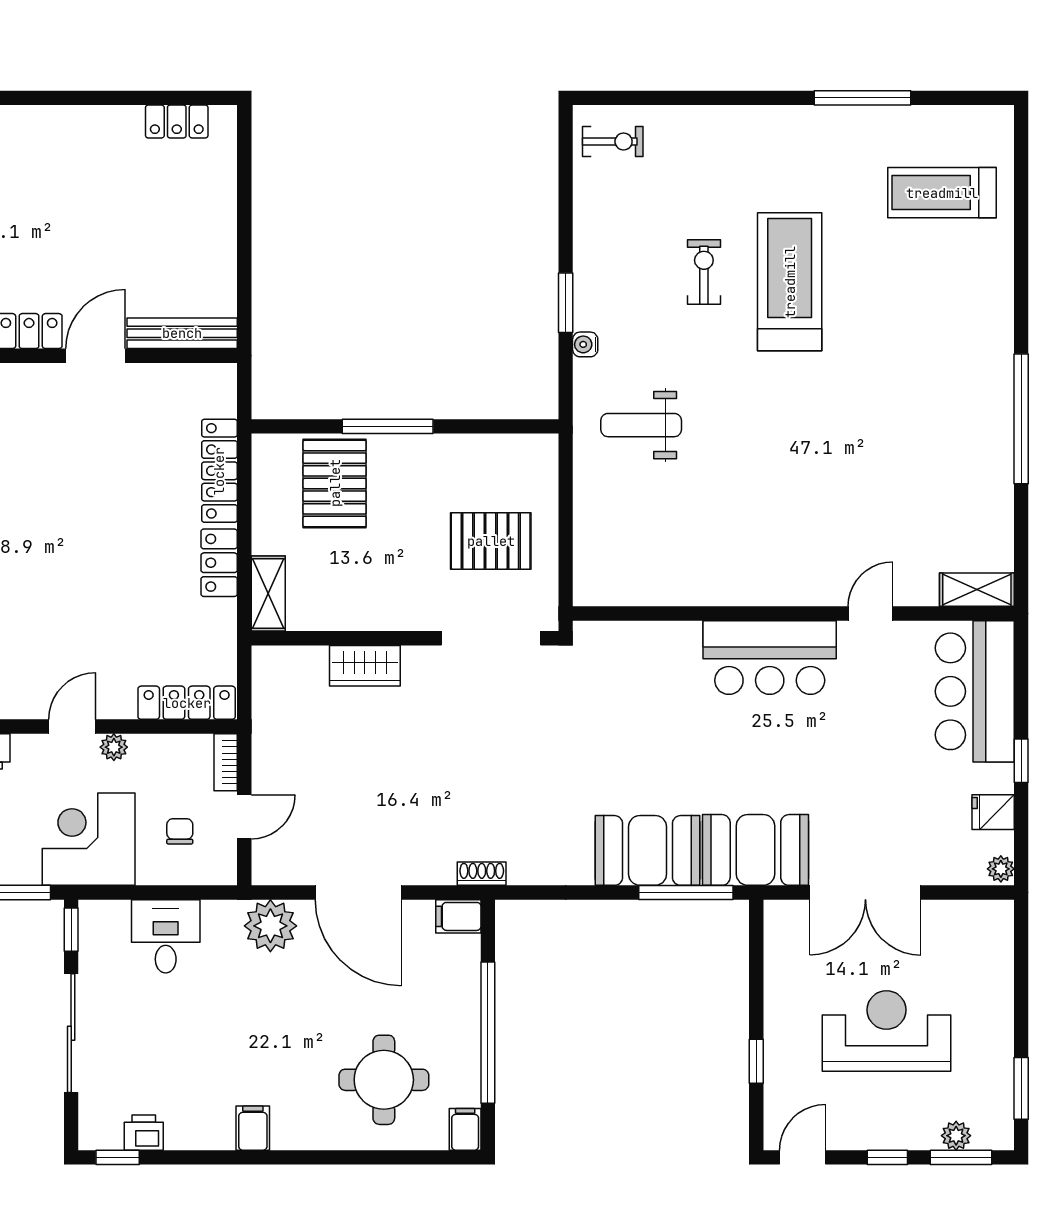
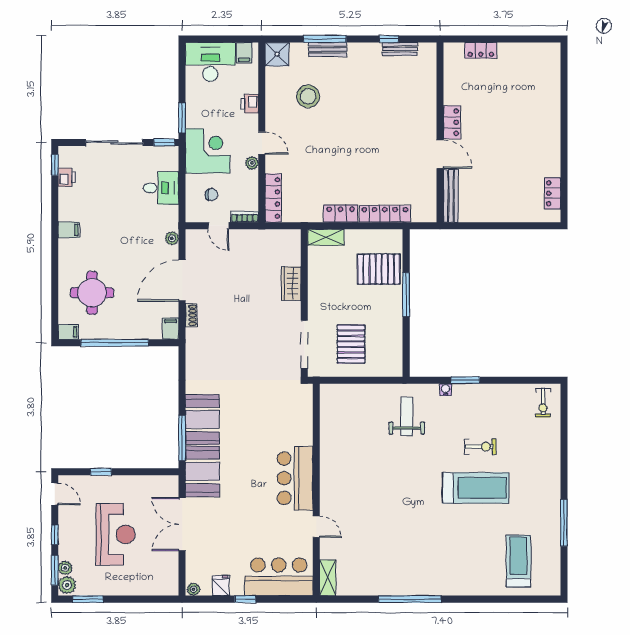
shoe rack: (482, 874) -> (191, 315), moved
plant: (270, 926) -> (172, 238), width x0.53, depth x0.53
plant: (992, 1132) -> (67, 585), added

